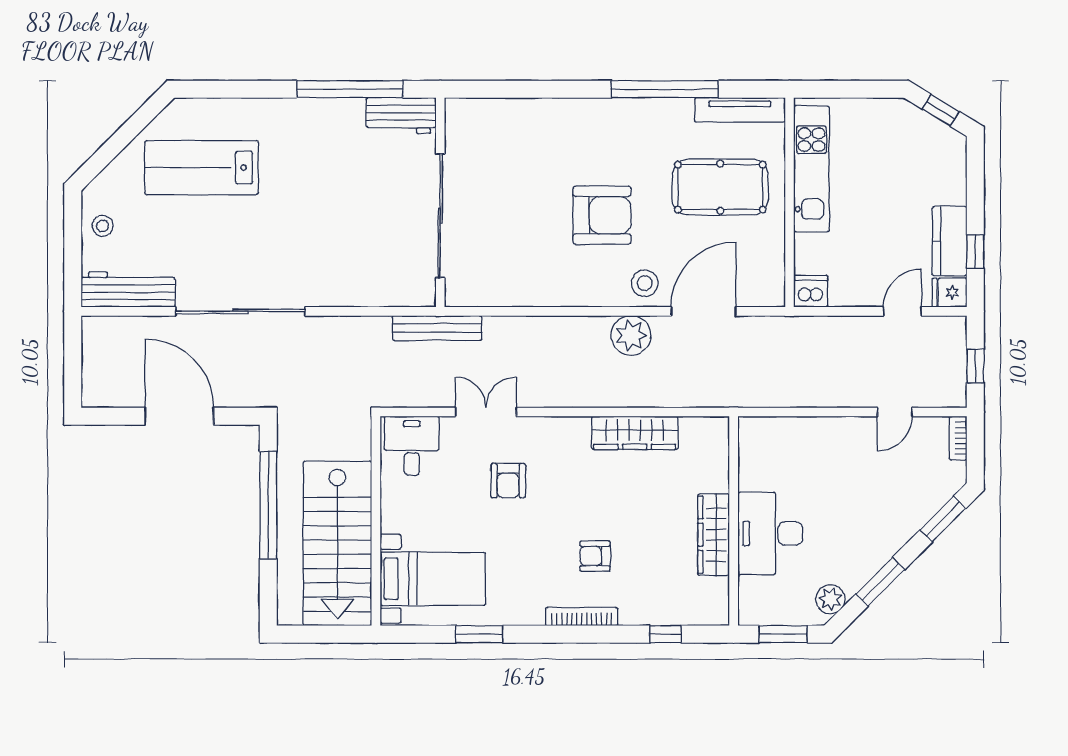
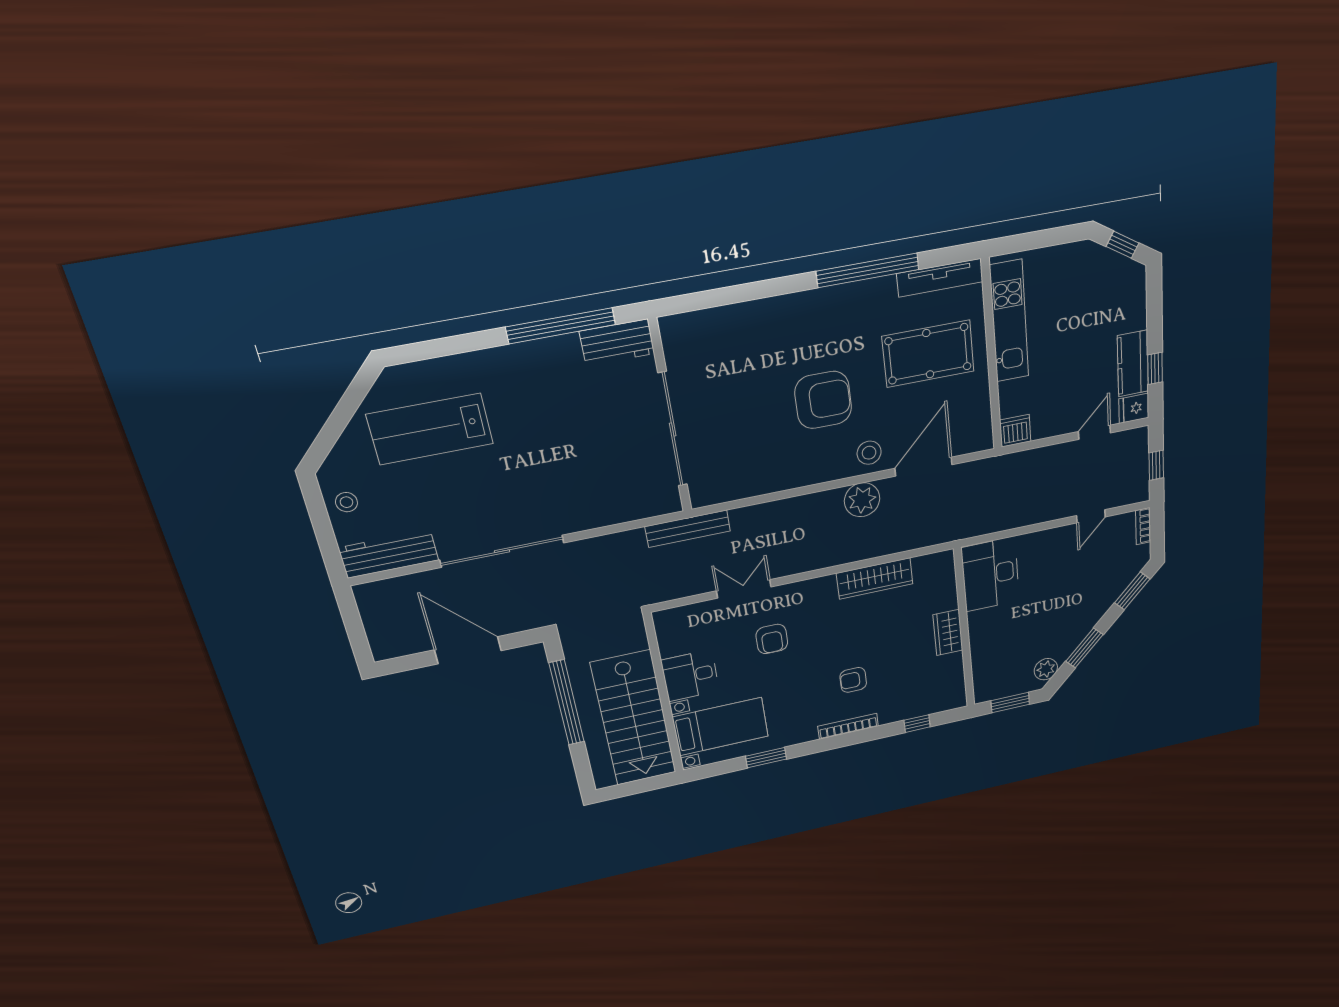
desk: (412, 446) -> (690, 676), moved, turned -90
desk: (770, 533) -> (990, 574), moved
wardrobe: (714, 535) -> (948, 633), width x0.67

